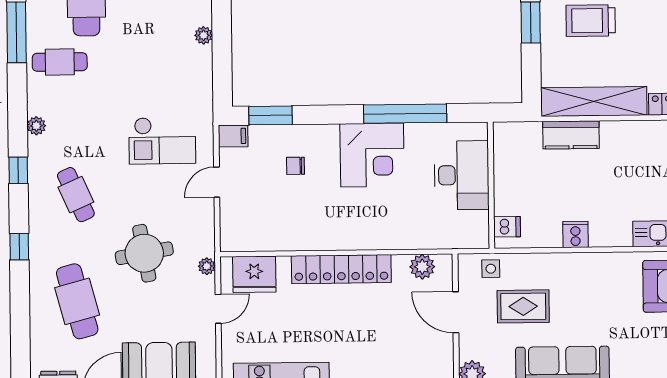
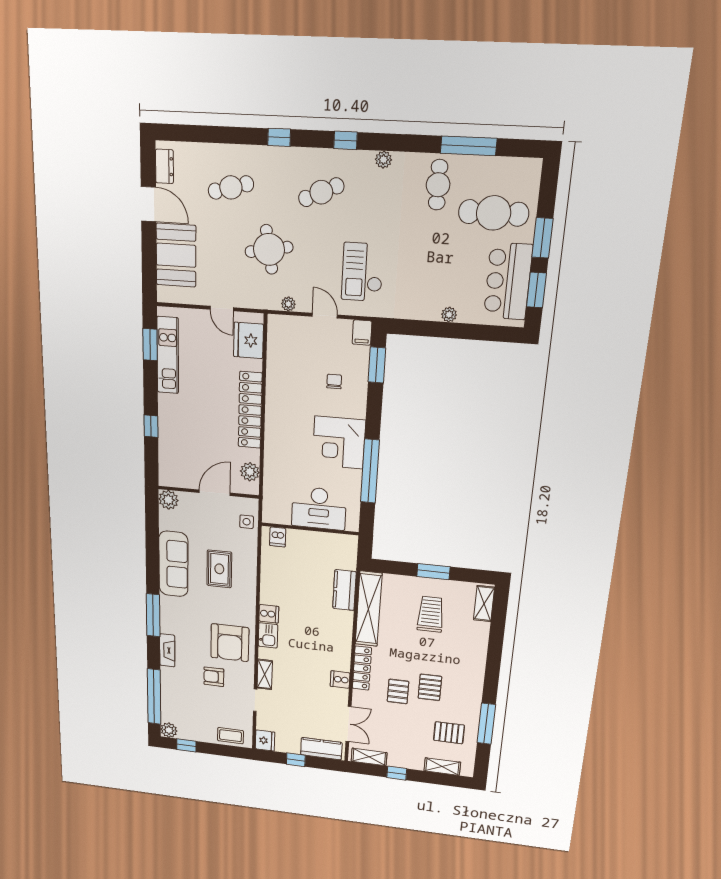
cooker: (575, 234) -> (269, 614), moved
plant: (207, 266) -> (288, 304), moved
cafe table: (77, 301) -> (231, 187), width x0.73, depth x0.74
rug: (523, 306) -> (219, 569), moved

